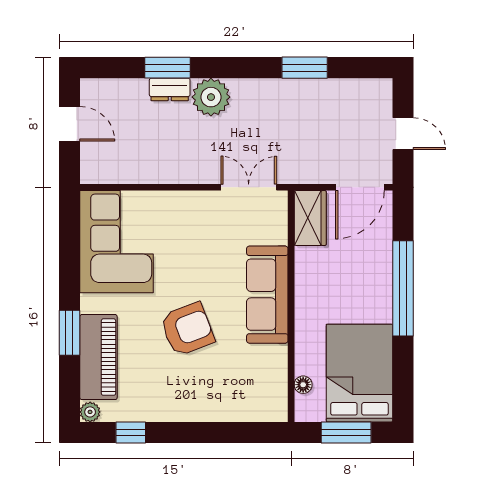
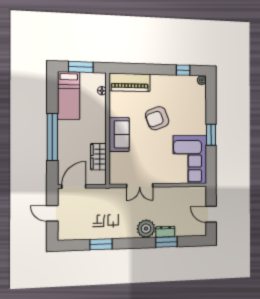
double door: (249, 187) -> (140, 186), moved
wardrobe: (310, 218) -> (98, 157), moved
sofa: (267, 295) -> (119, 134), width x0.73
window: (69, 333) -> (211, 135), moved
piano: (98, 357) -> (130, 82), moved, turned -90
bed: (359, 373) -> (69, 96), width x0.67

